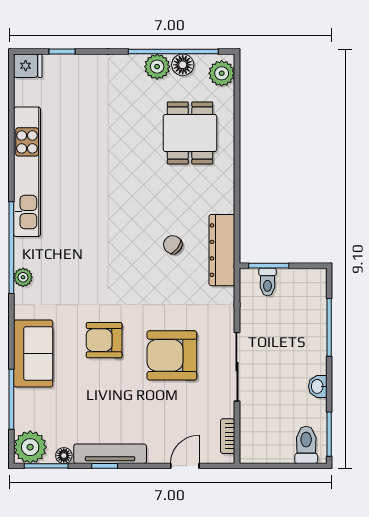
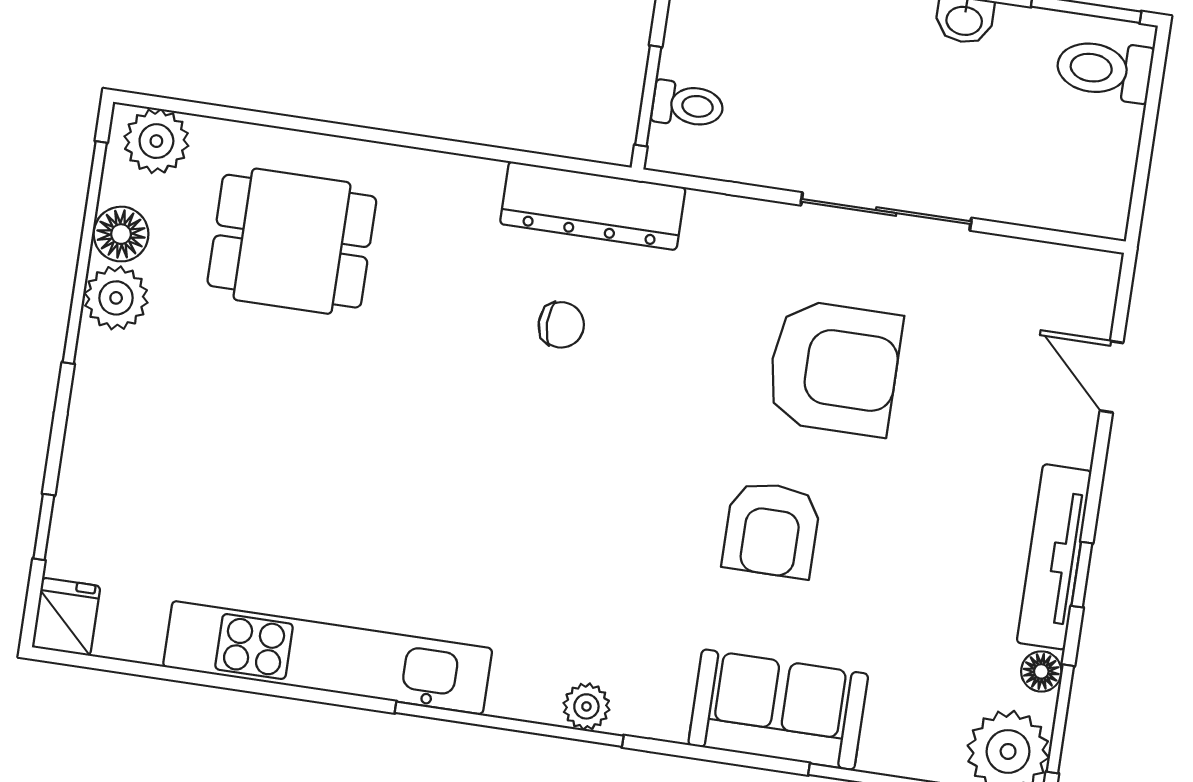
chair: (173, 245) -> (561, 325), turned -128
armchair: (172, 355) -> (834, 368), turned -90
bookcase: (228, 436) -> (1054, 260), removed

